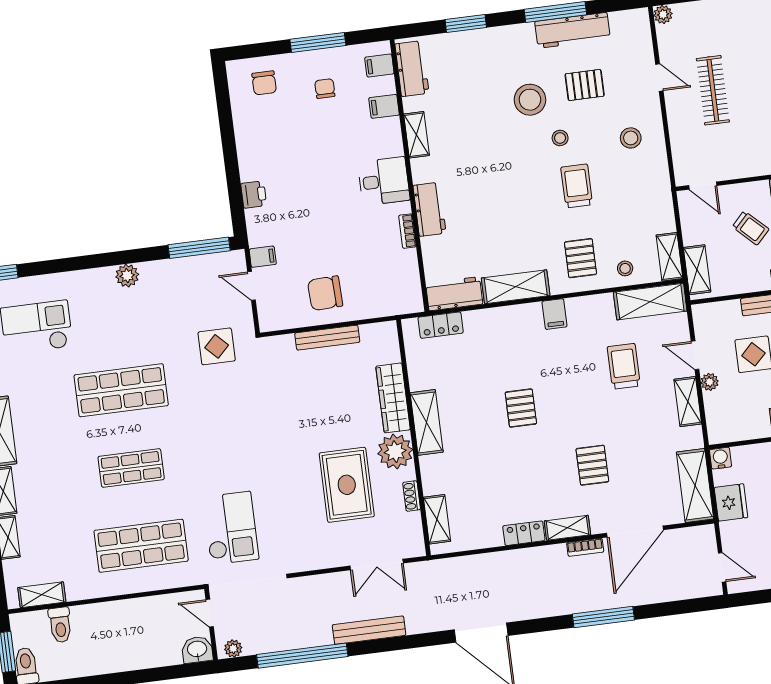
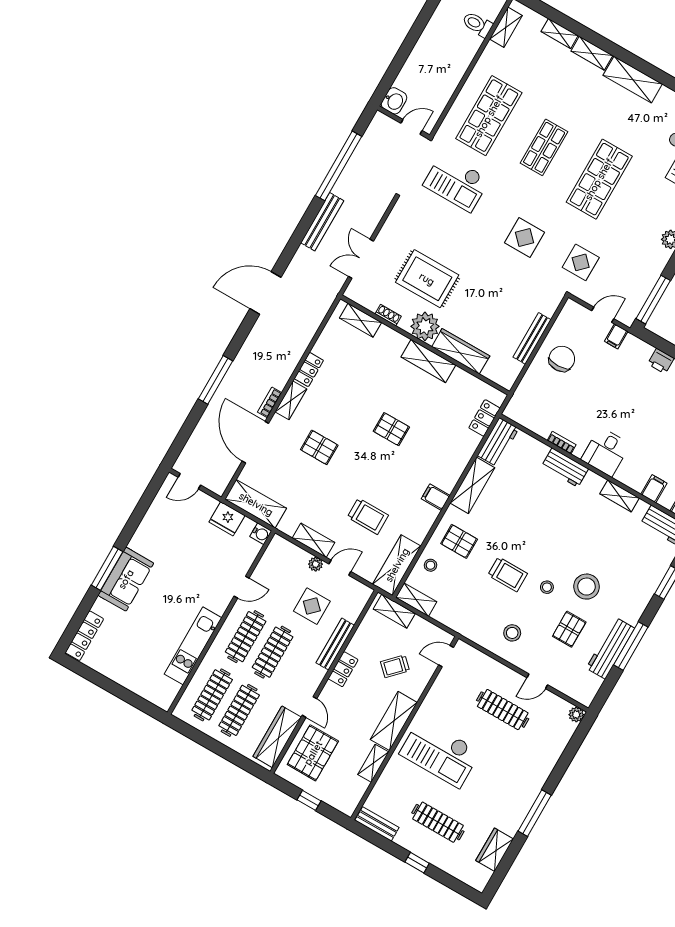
display table: (234, 420) -> (525, 238), added
plant: (233, 649) -> (377, 125), removed

